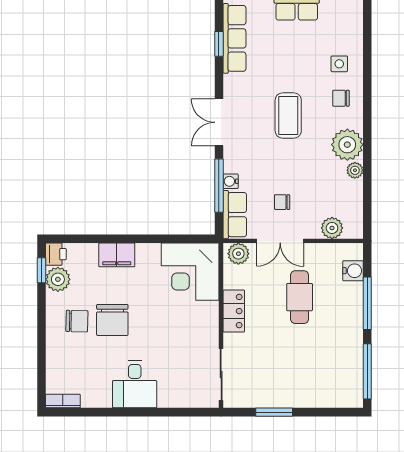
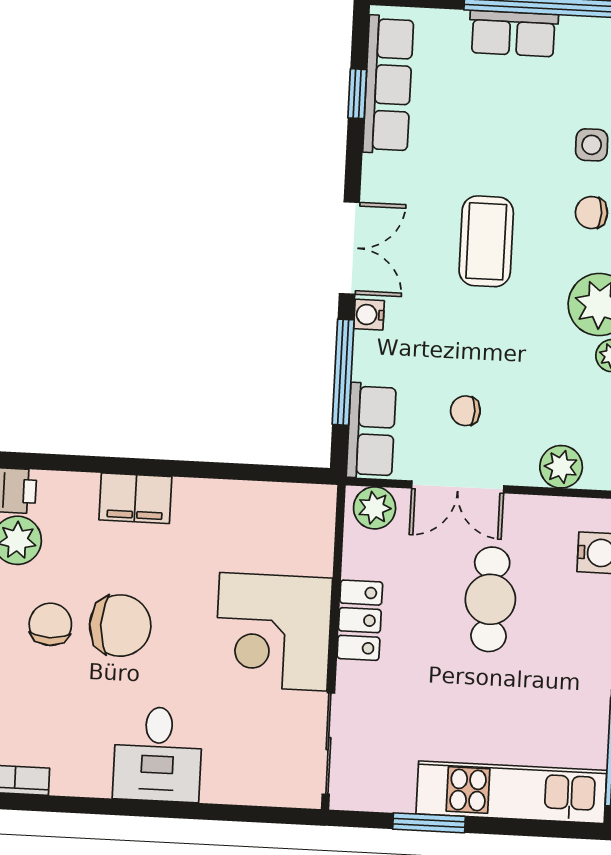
double door: (219, 122) -> (349, 248), swing flipped
water cooler: (231, 181) -> (369, 315), moved
corner desk: (190, 272) -> (273, 632), moved
chair: (112, 320) -> (120, 626), turned -90
chair: (77, 321) -> (50, 624), turned -91
kitchen unit: (315, 394) -> (511, 792), added

